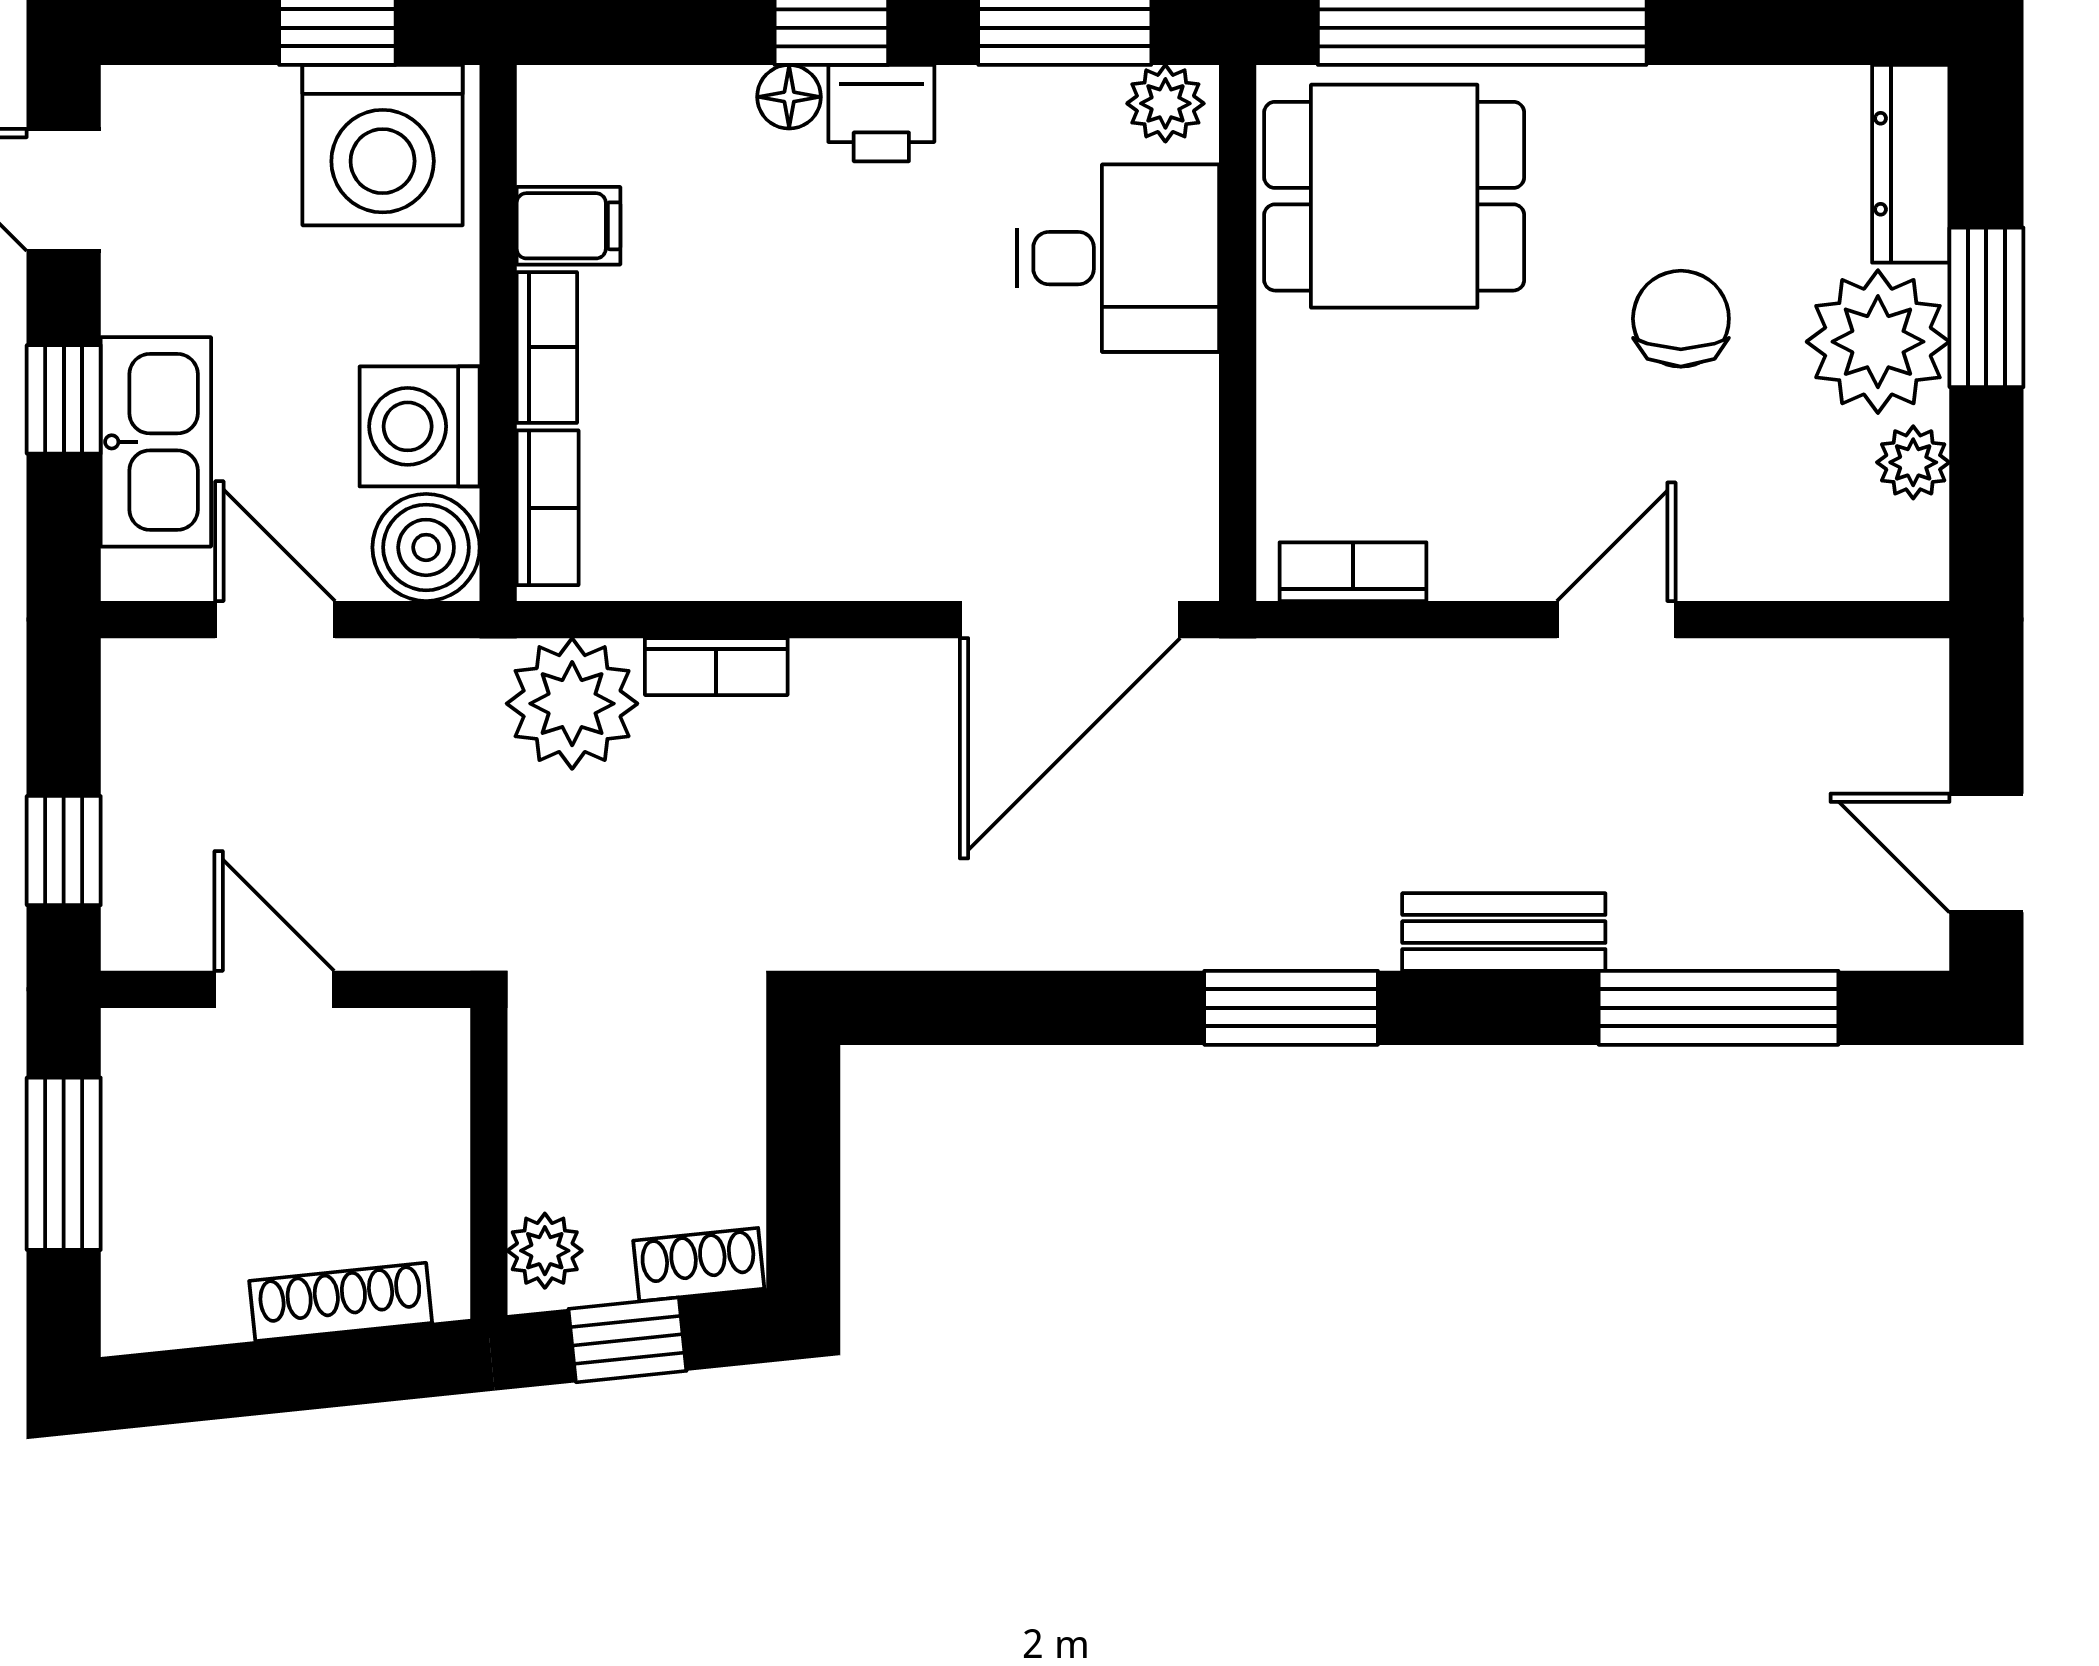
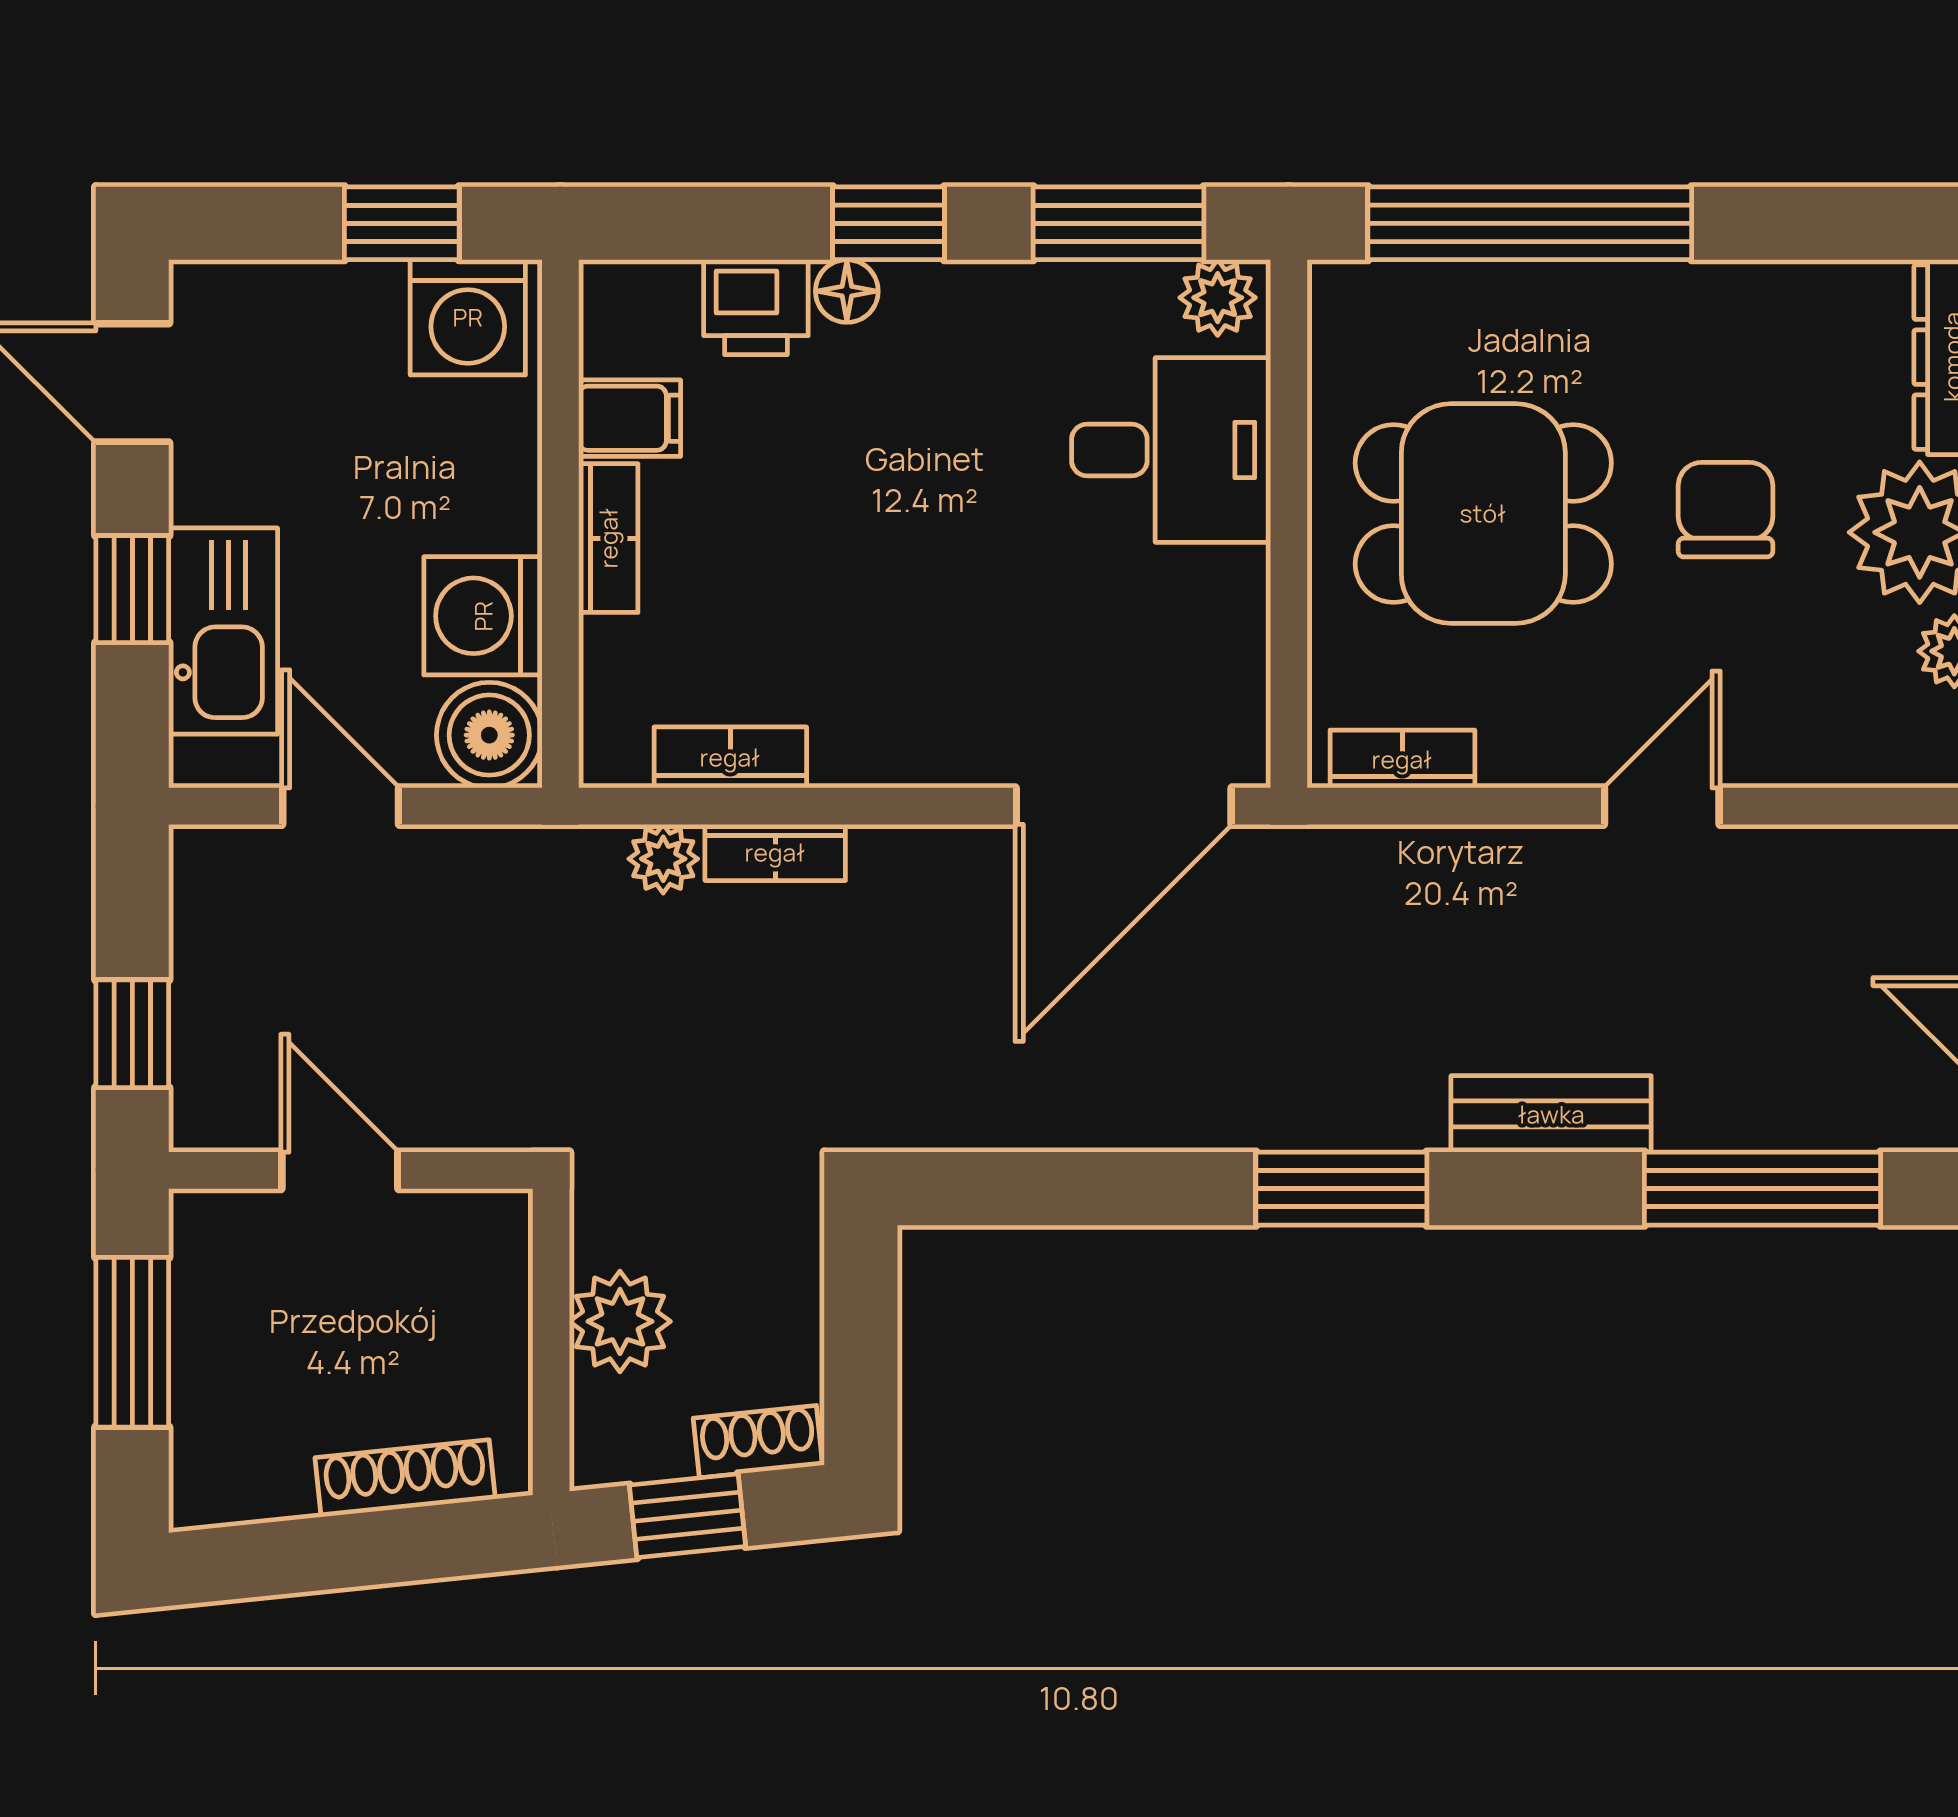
printer: (881, 113) -> (756, 307), moved
washing machine: (383, 145) -> (468, 317), width x0.73, depth x0.73
dining table: (1394, 196) -> (1483, 513), moved
bookcase: (548, 508) -> (730, 757), moved, turned -90
plant: (572, 704) -> (663, 859), width x0.53, depth x0.53
plant: (545, 1251) -> (620, 1321), moved, width x1.38, depth x1.38

